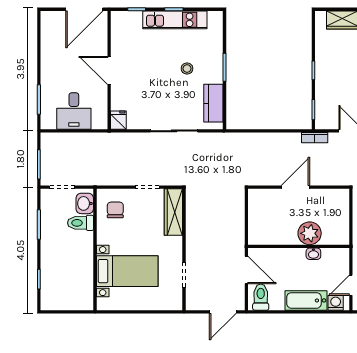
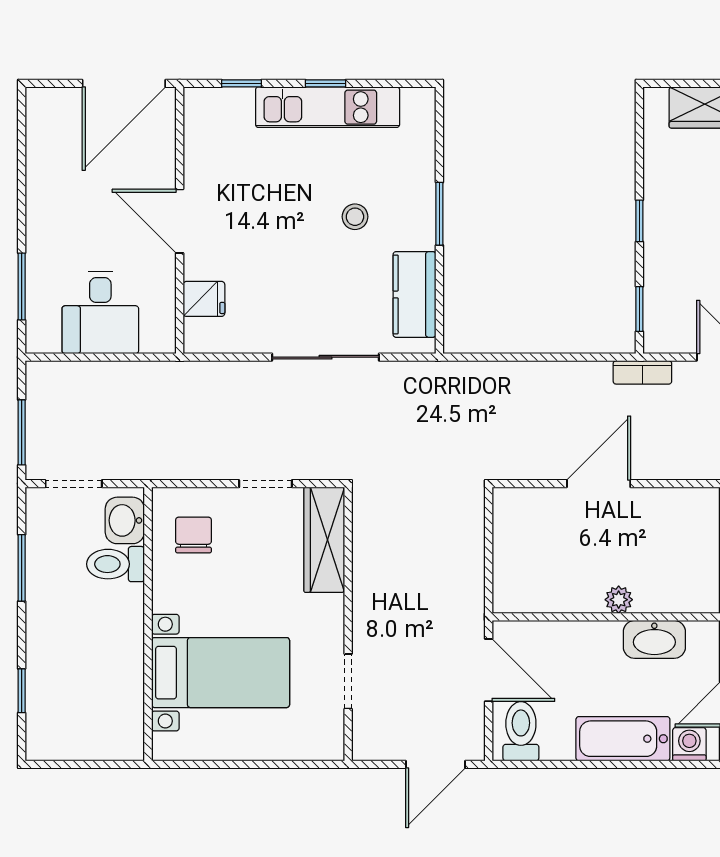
fridge: (118, 120) -> (204, 299), moved, turned 90
plant: (310, 233) -> (619, 600), width x0.53, depth x0.53
washbasin: (313, 254) -> (654, 639), width x1.91, depth x1.45

